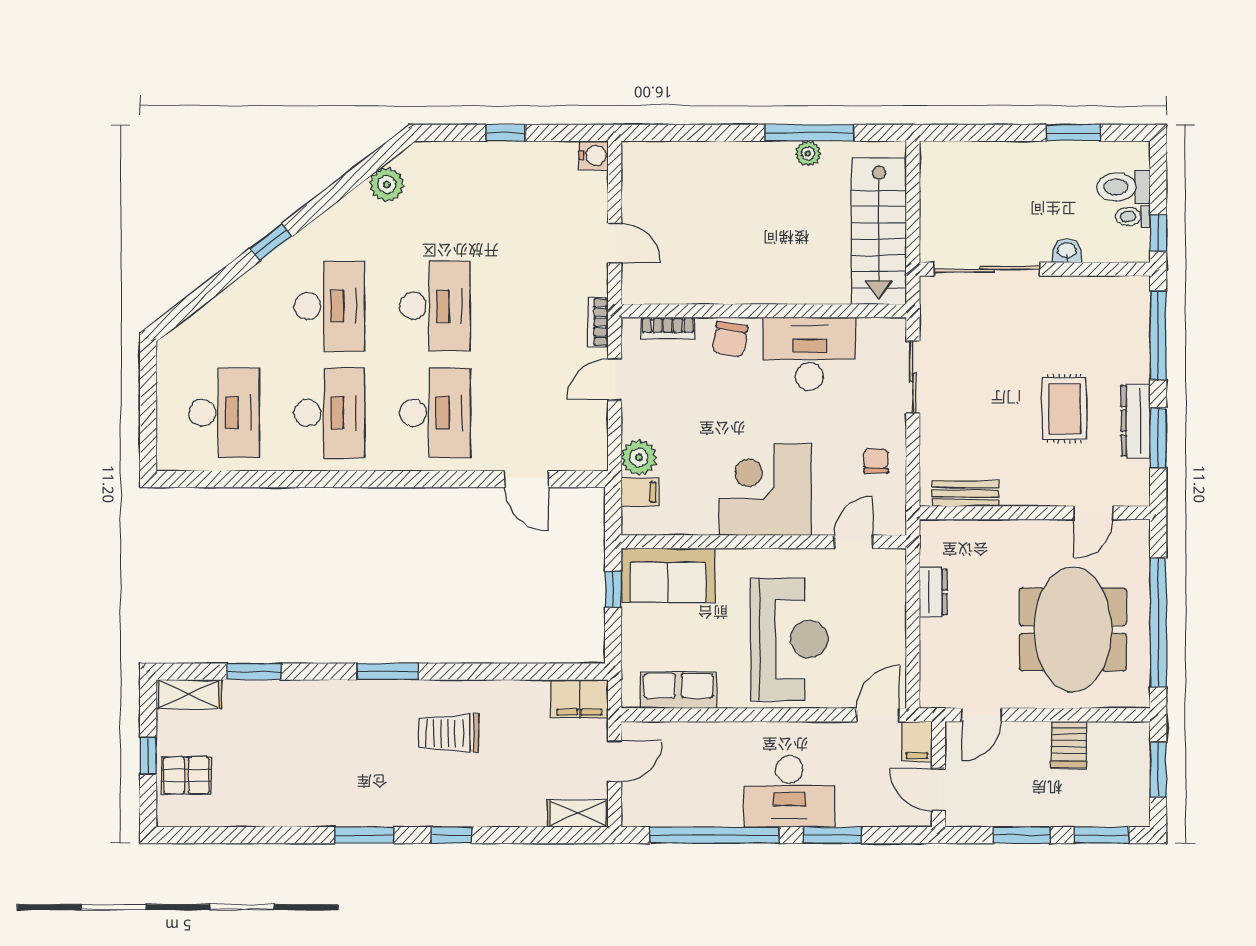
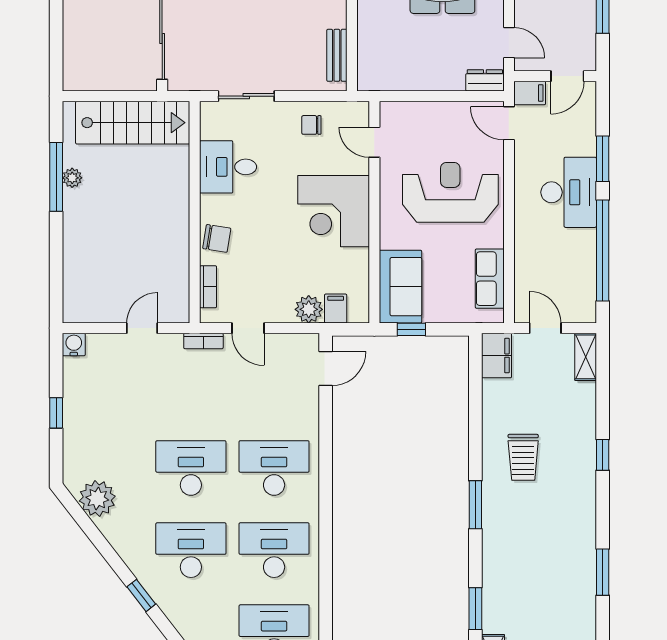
plant: (387, 184) -> (97, 499), width x1.36, depth x1.36
desk: (809, 354) -> (228, 167), width x0.73
door: (527, 479) -> (326, 368), moved
dresser: (933, 592) -> (485, 80), moved
window: (364, 835) -> (603, 572), moved

